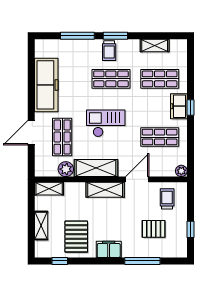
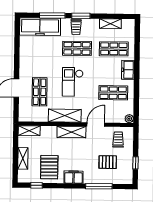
freezer: (46, 85) -> (40, 27), moved, turned 90
window: (190, 108) -> (137, 71), removed
checkout: (106, 123) -> (73, 82), turned -90
plant: (66, 169) -> (42, 116), removed

